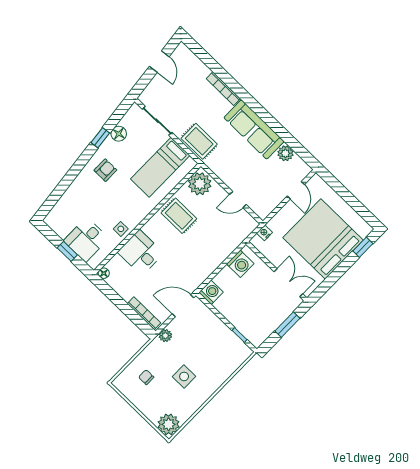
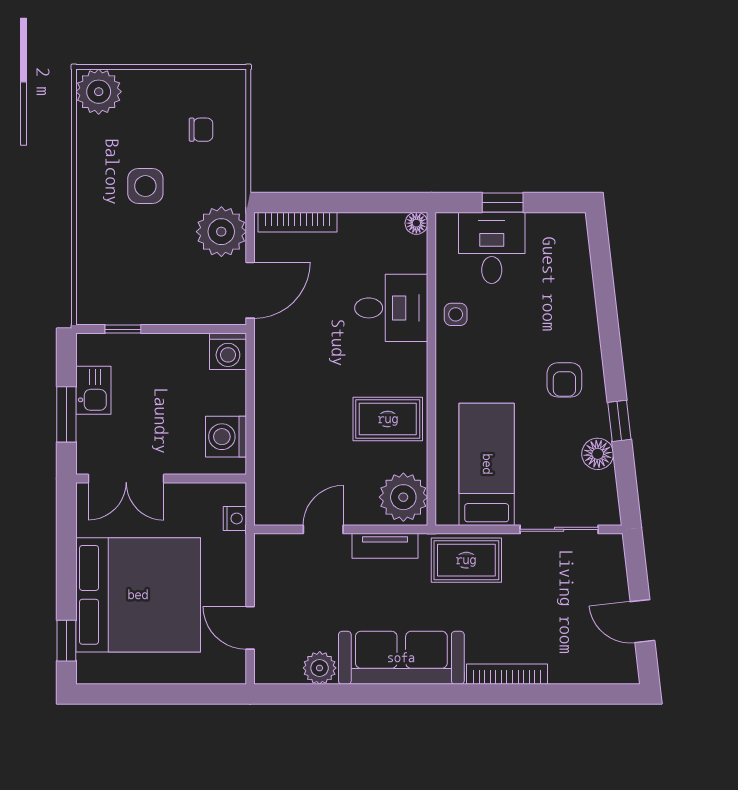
tv unit: (222, 173) -> (385, 546), added
kitchen sink: (270, 324) -> (93, 390), added
plant: (165, 336) -> (221, 232), width x1.88, depth x1.88

